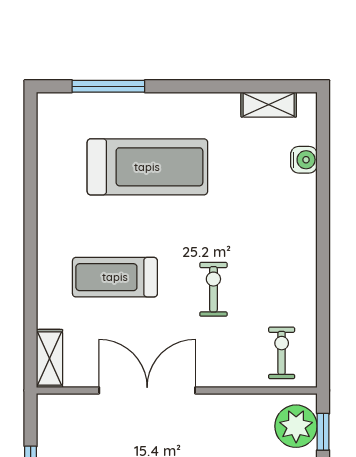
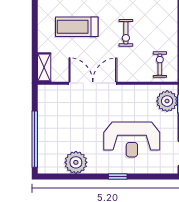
exercise bike: (213, 289) -> (126, 33), turned 180

